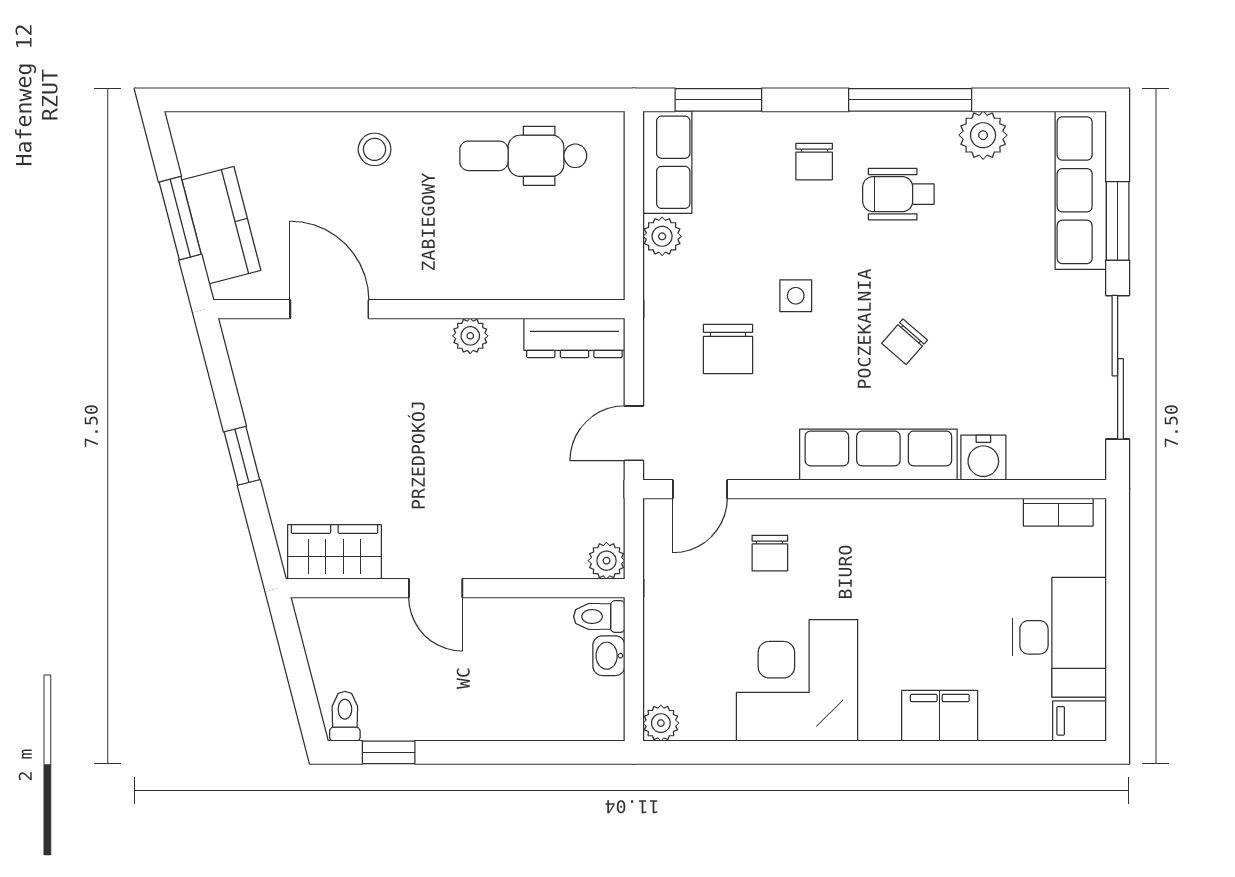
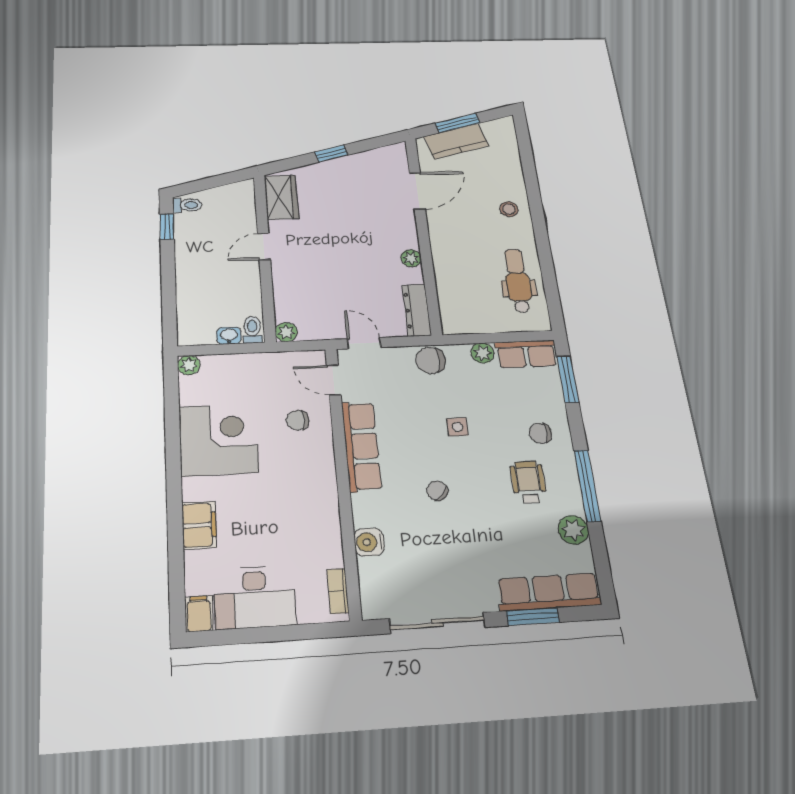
chair: (728, 349) -> (431, 360), moved
row of seats: (878, 455) -> (361, 446), moved

